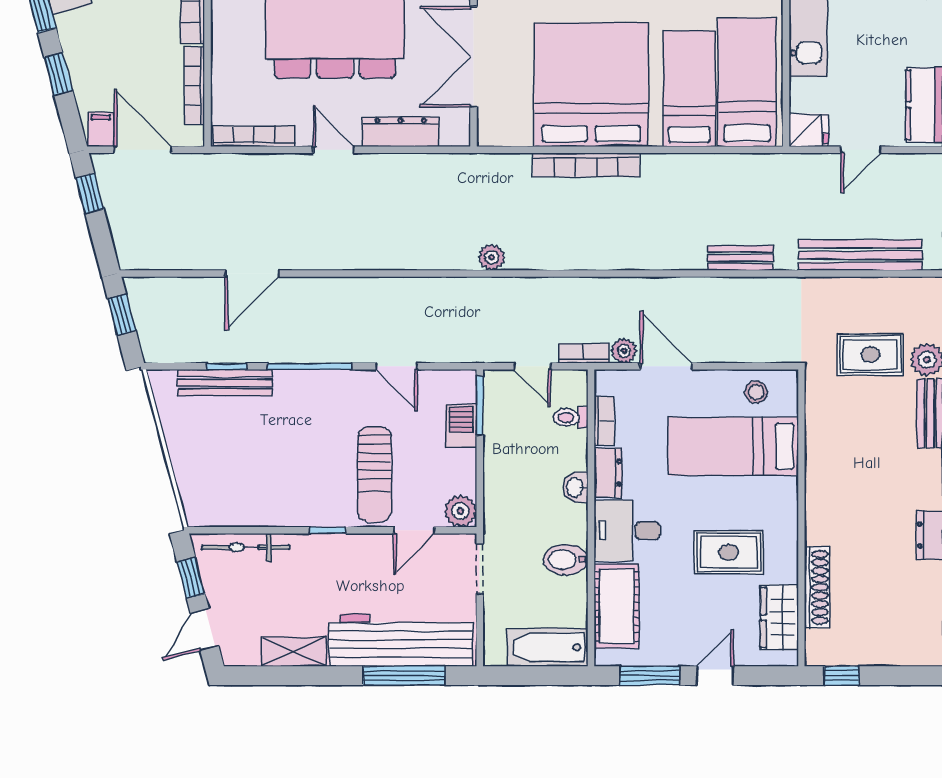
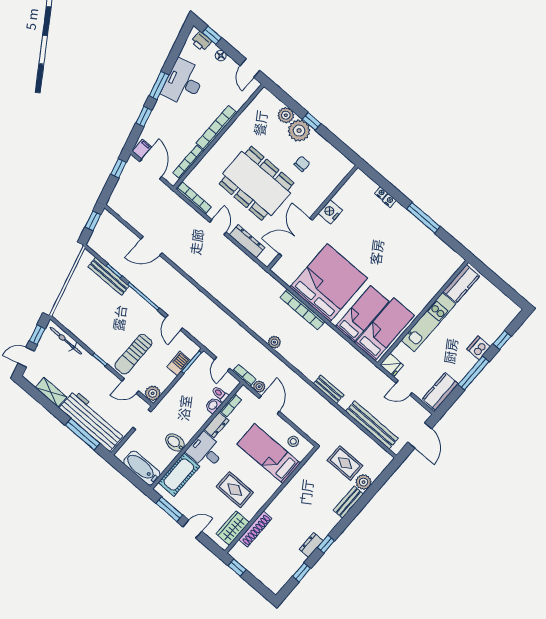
plant: (492, 257) -> (274, 342), moved
washbasin: (576, 487) -> (213, 405), moved

